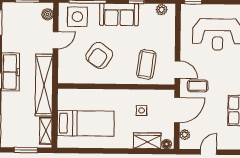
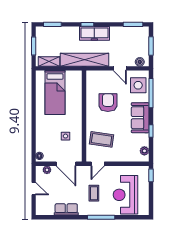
armchair: (99, 56) -> (108, 103), turned 55
coffee table: (198, 86) -> (94, 193), moved
wardrobe: (147, 141) -> (42, 141), removed

